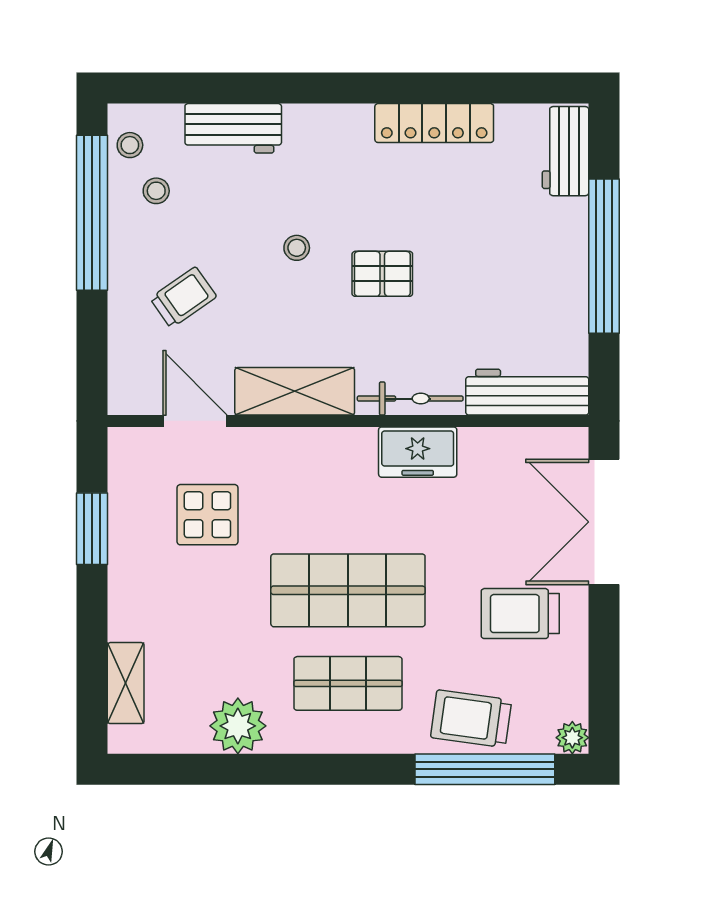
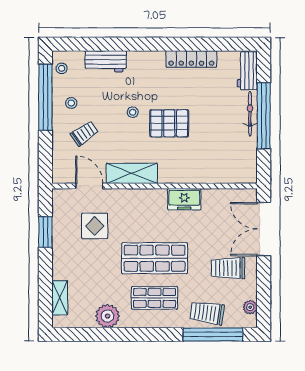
stool: (156, 191) -> (71, 103), moved
pallet: (382, 274) -> (169, 123), width x1.50, depth x1.42
workbench: (527, 392) -> (231, 174), removed
bicycle: (410, 399) -> (250, 114), moved, turned -90
plant: (572, 738) -> (250, 307), moved

